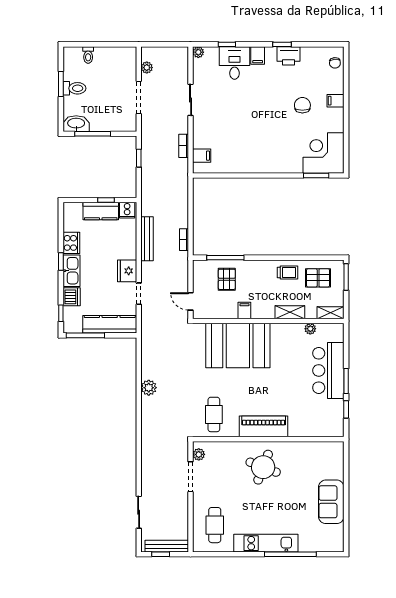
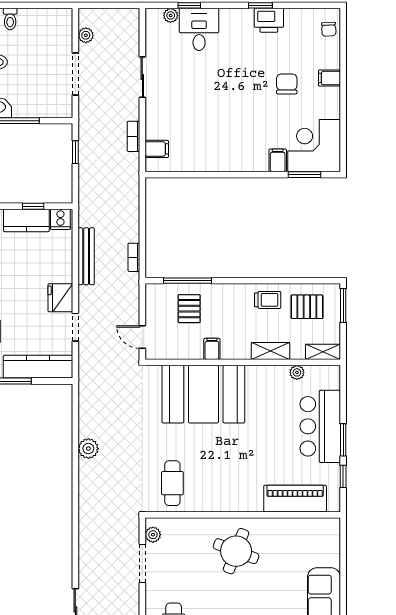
plant: (198, 52) -> (171, 15), moved
filing cabinet: (258, 55) -> (278, 160), moved, turned 180
piano: (264, 426) -> (295, 499), moved

